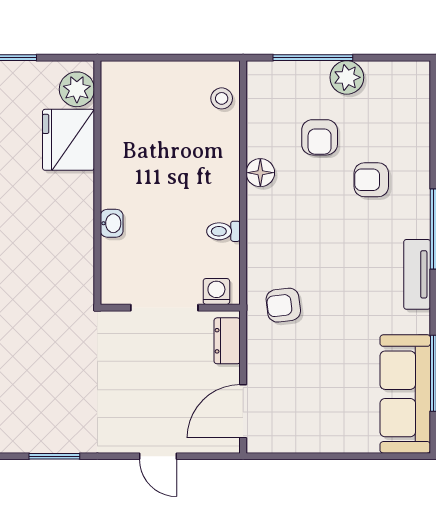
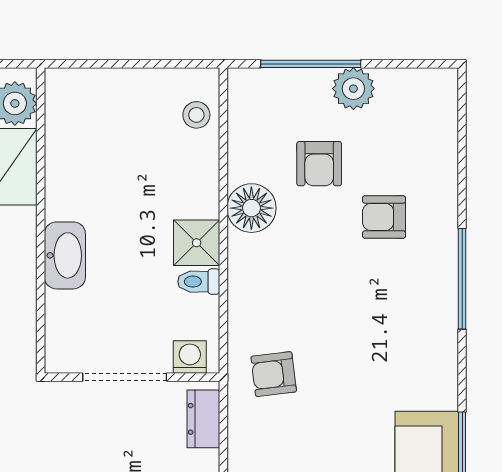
floor lamp: (260, 173) -> (251, 208), width x1.38, depth x1.38
shower: (222, 200) -> (197, 243), added
washbasin: (112, 223) -> (65, 255), width x1.91, depth x1.45
tv unit: (417, 274) -> (442, 336), removed

